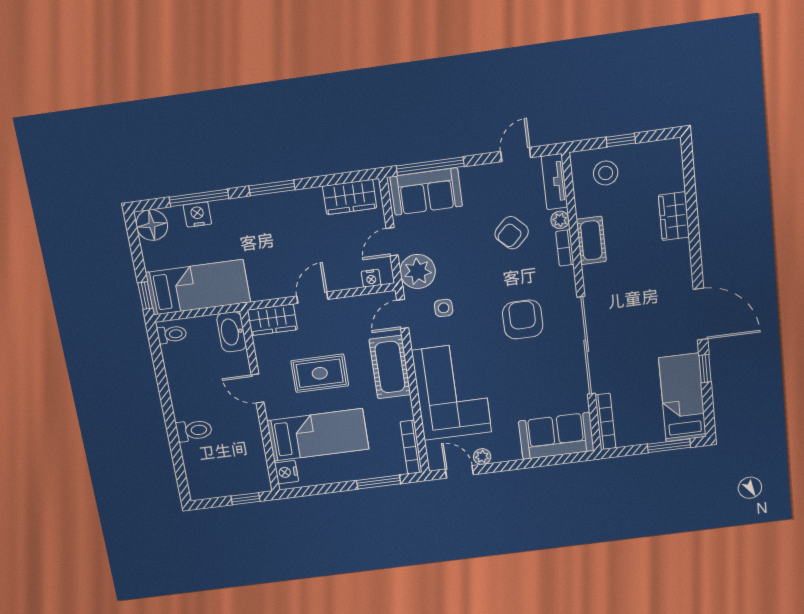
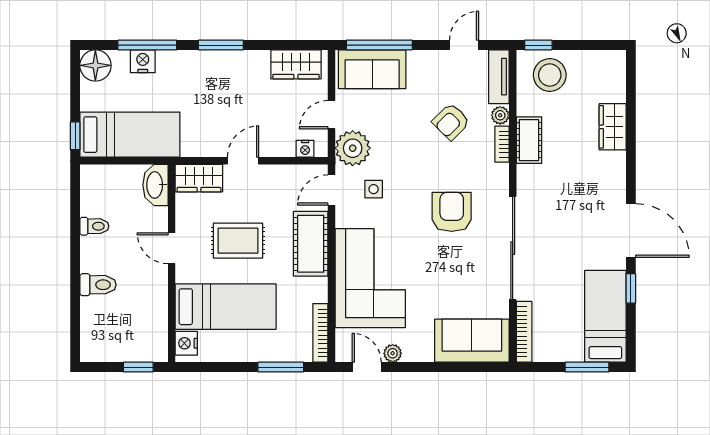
window: (621, 140) -> (538, 45), moved
stool: (606, 173) -> (550, 75), width x1.38, depth x1.38
toilet: (172, 334) -> (94, 226), moved

